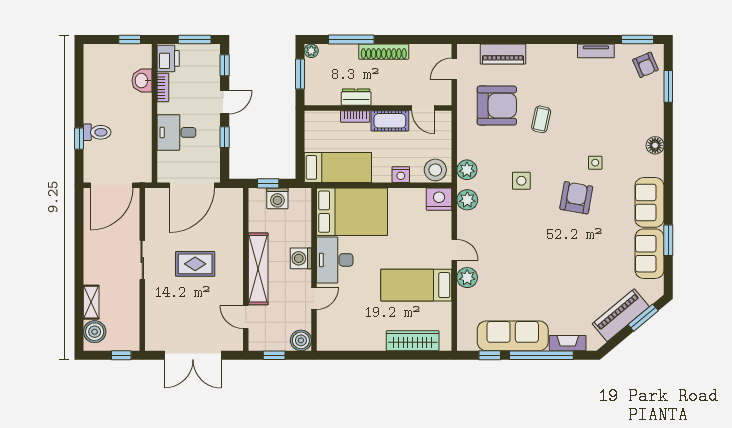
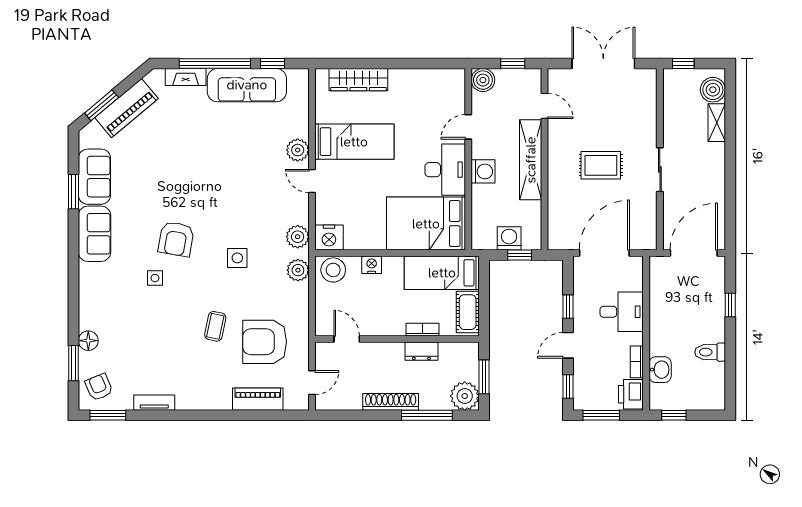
plant: (311, 51) -> (465, 396), width x1.88, depth x1.88
cot: (390, 121) -> (468, 312), moved, turned 90
toilet: (97, 132) -> (710, 352), moved
floor lamp: (655, 145) -> (88, 341), moved

